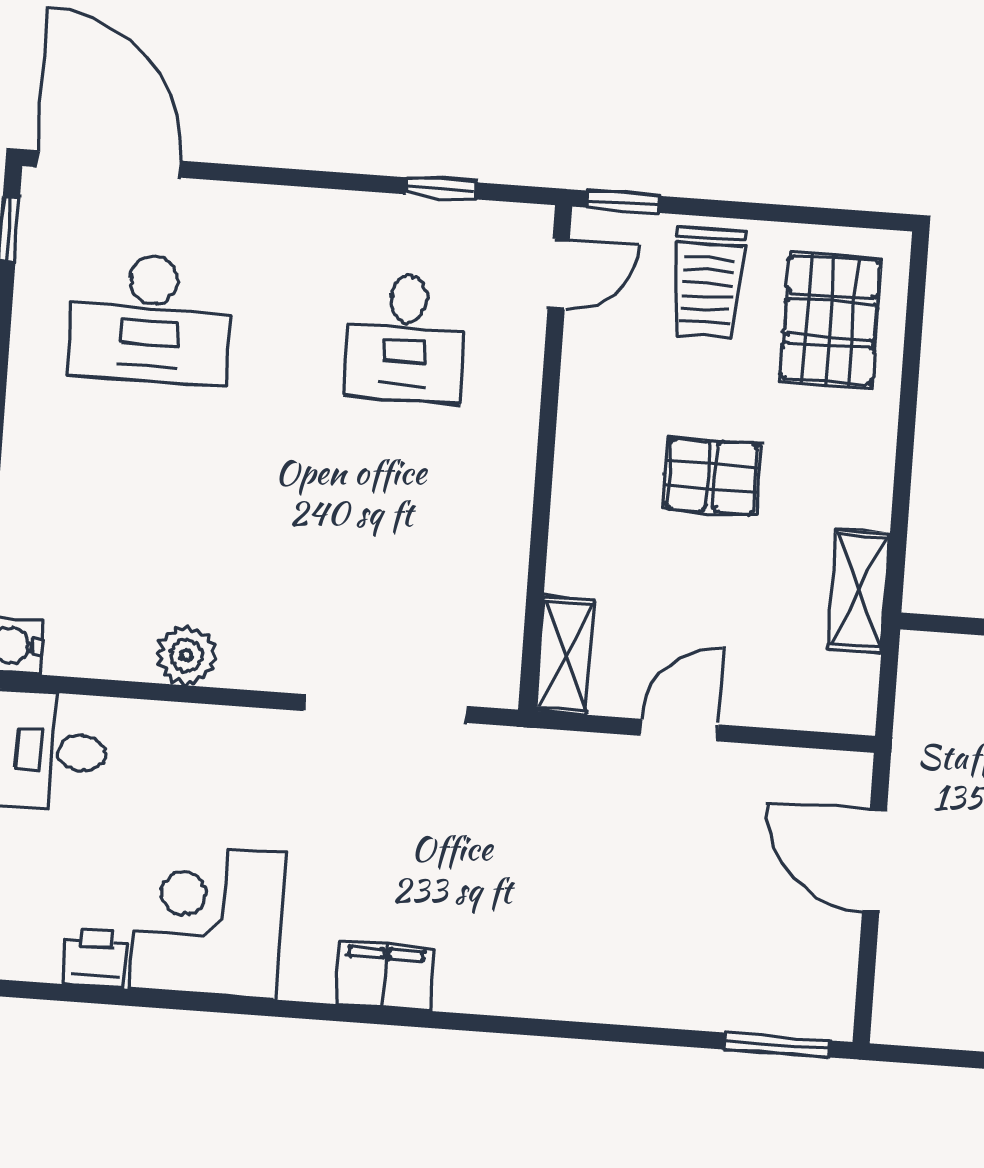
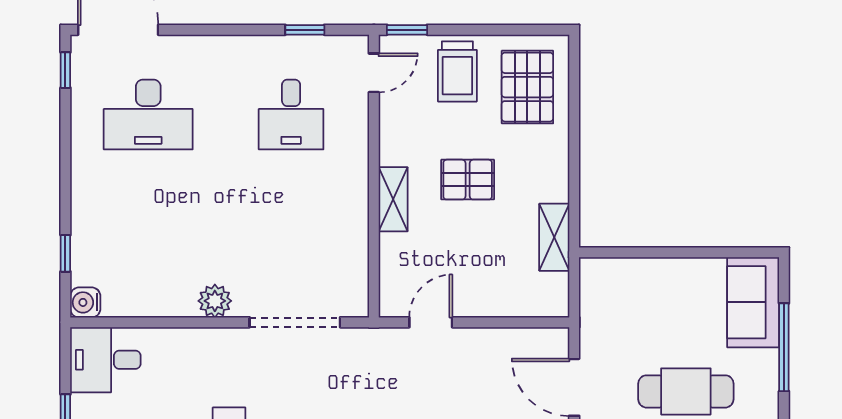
shelving: (565, 655) -> (393, 199), moved
plant: (186, 656) -> (215, 301), moved
door: (679, 730) -> (431, 322), moved

